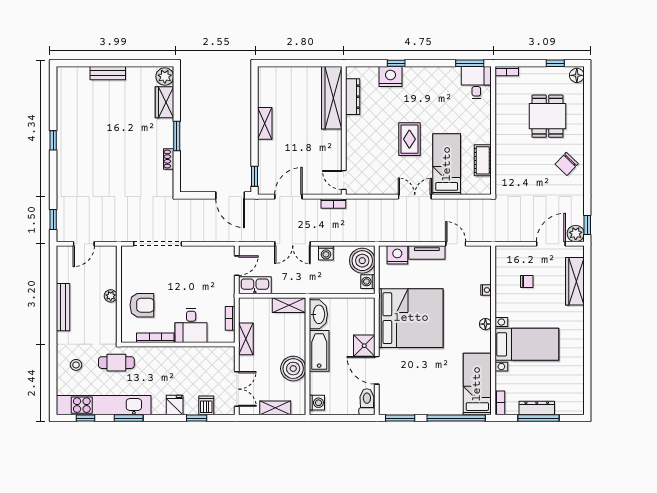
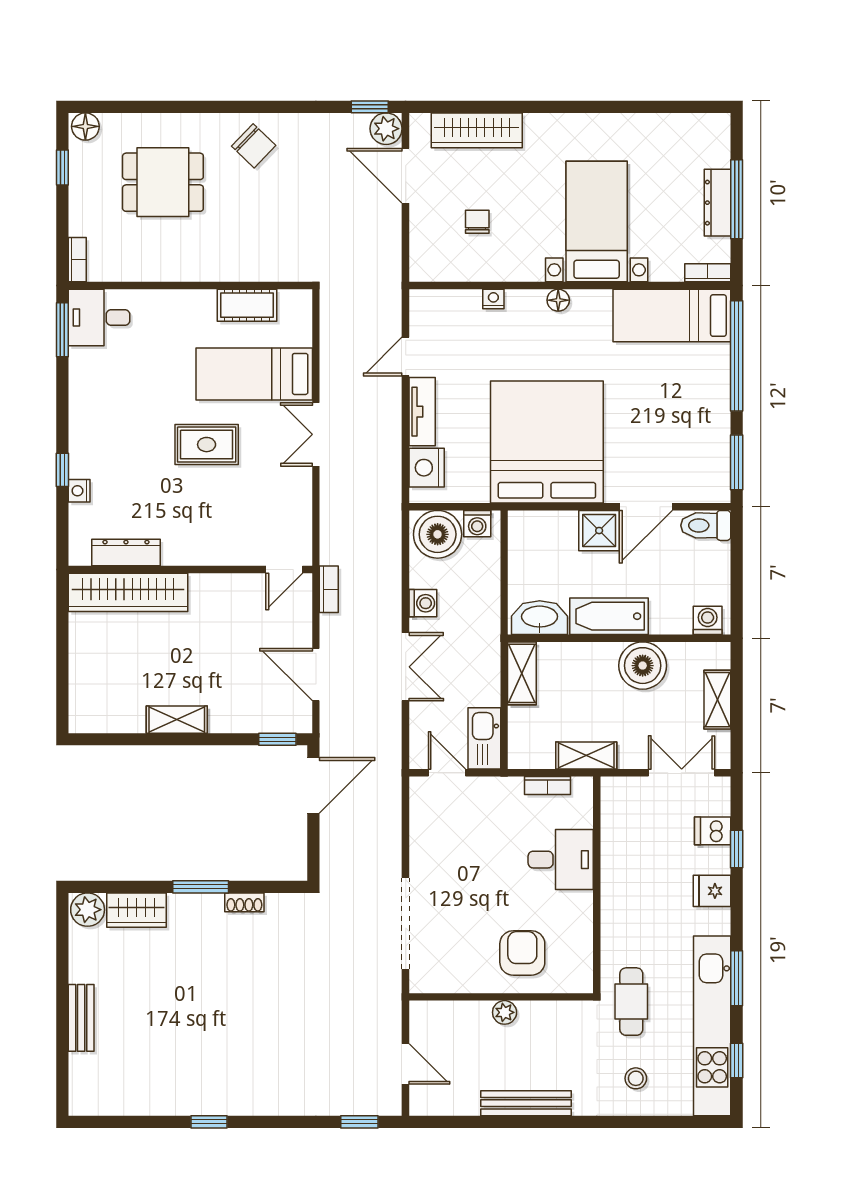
nightstand: (390, 77) -> (79, 491), width x0.53, depth x0.56
bookcase: (155, 338) -> (584, 928), removed

